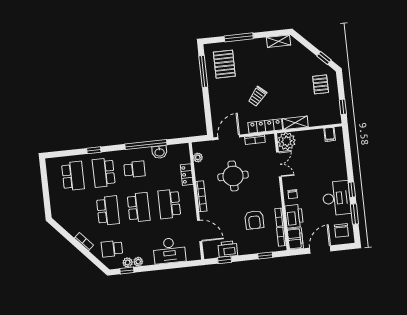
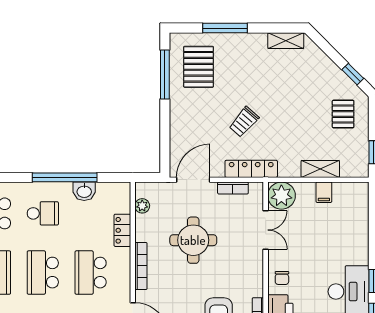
shelving: (295, 123) -> (320, 169), moved
filing cabinet: (330, 134) -> (324, 192), moved
school desk: (139, 207) -> (43, 273), turned 180

